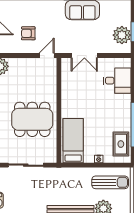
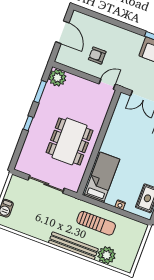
dining table: (32, 119) -> (69, 141), turned 90
sun lounger: (110, 182) -> (96, 223), moved

